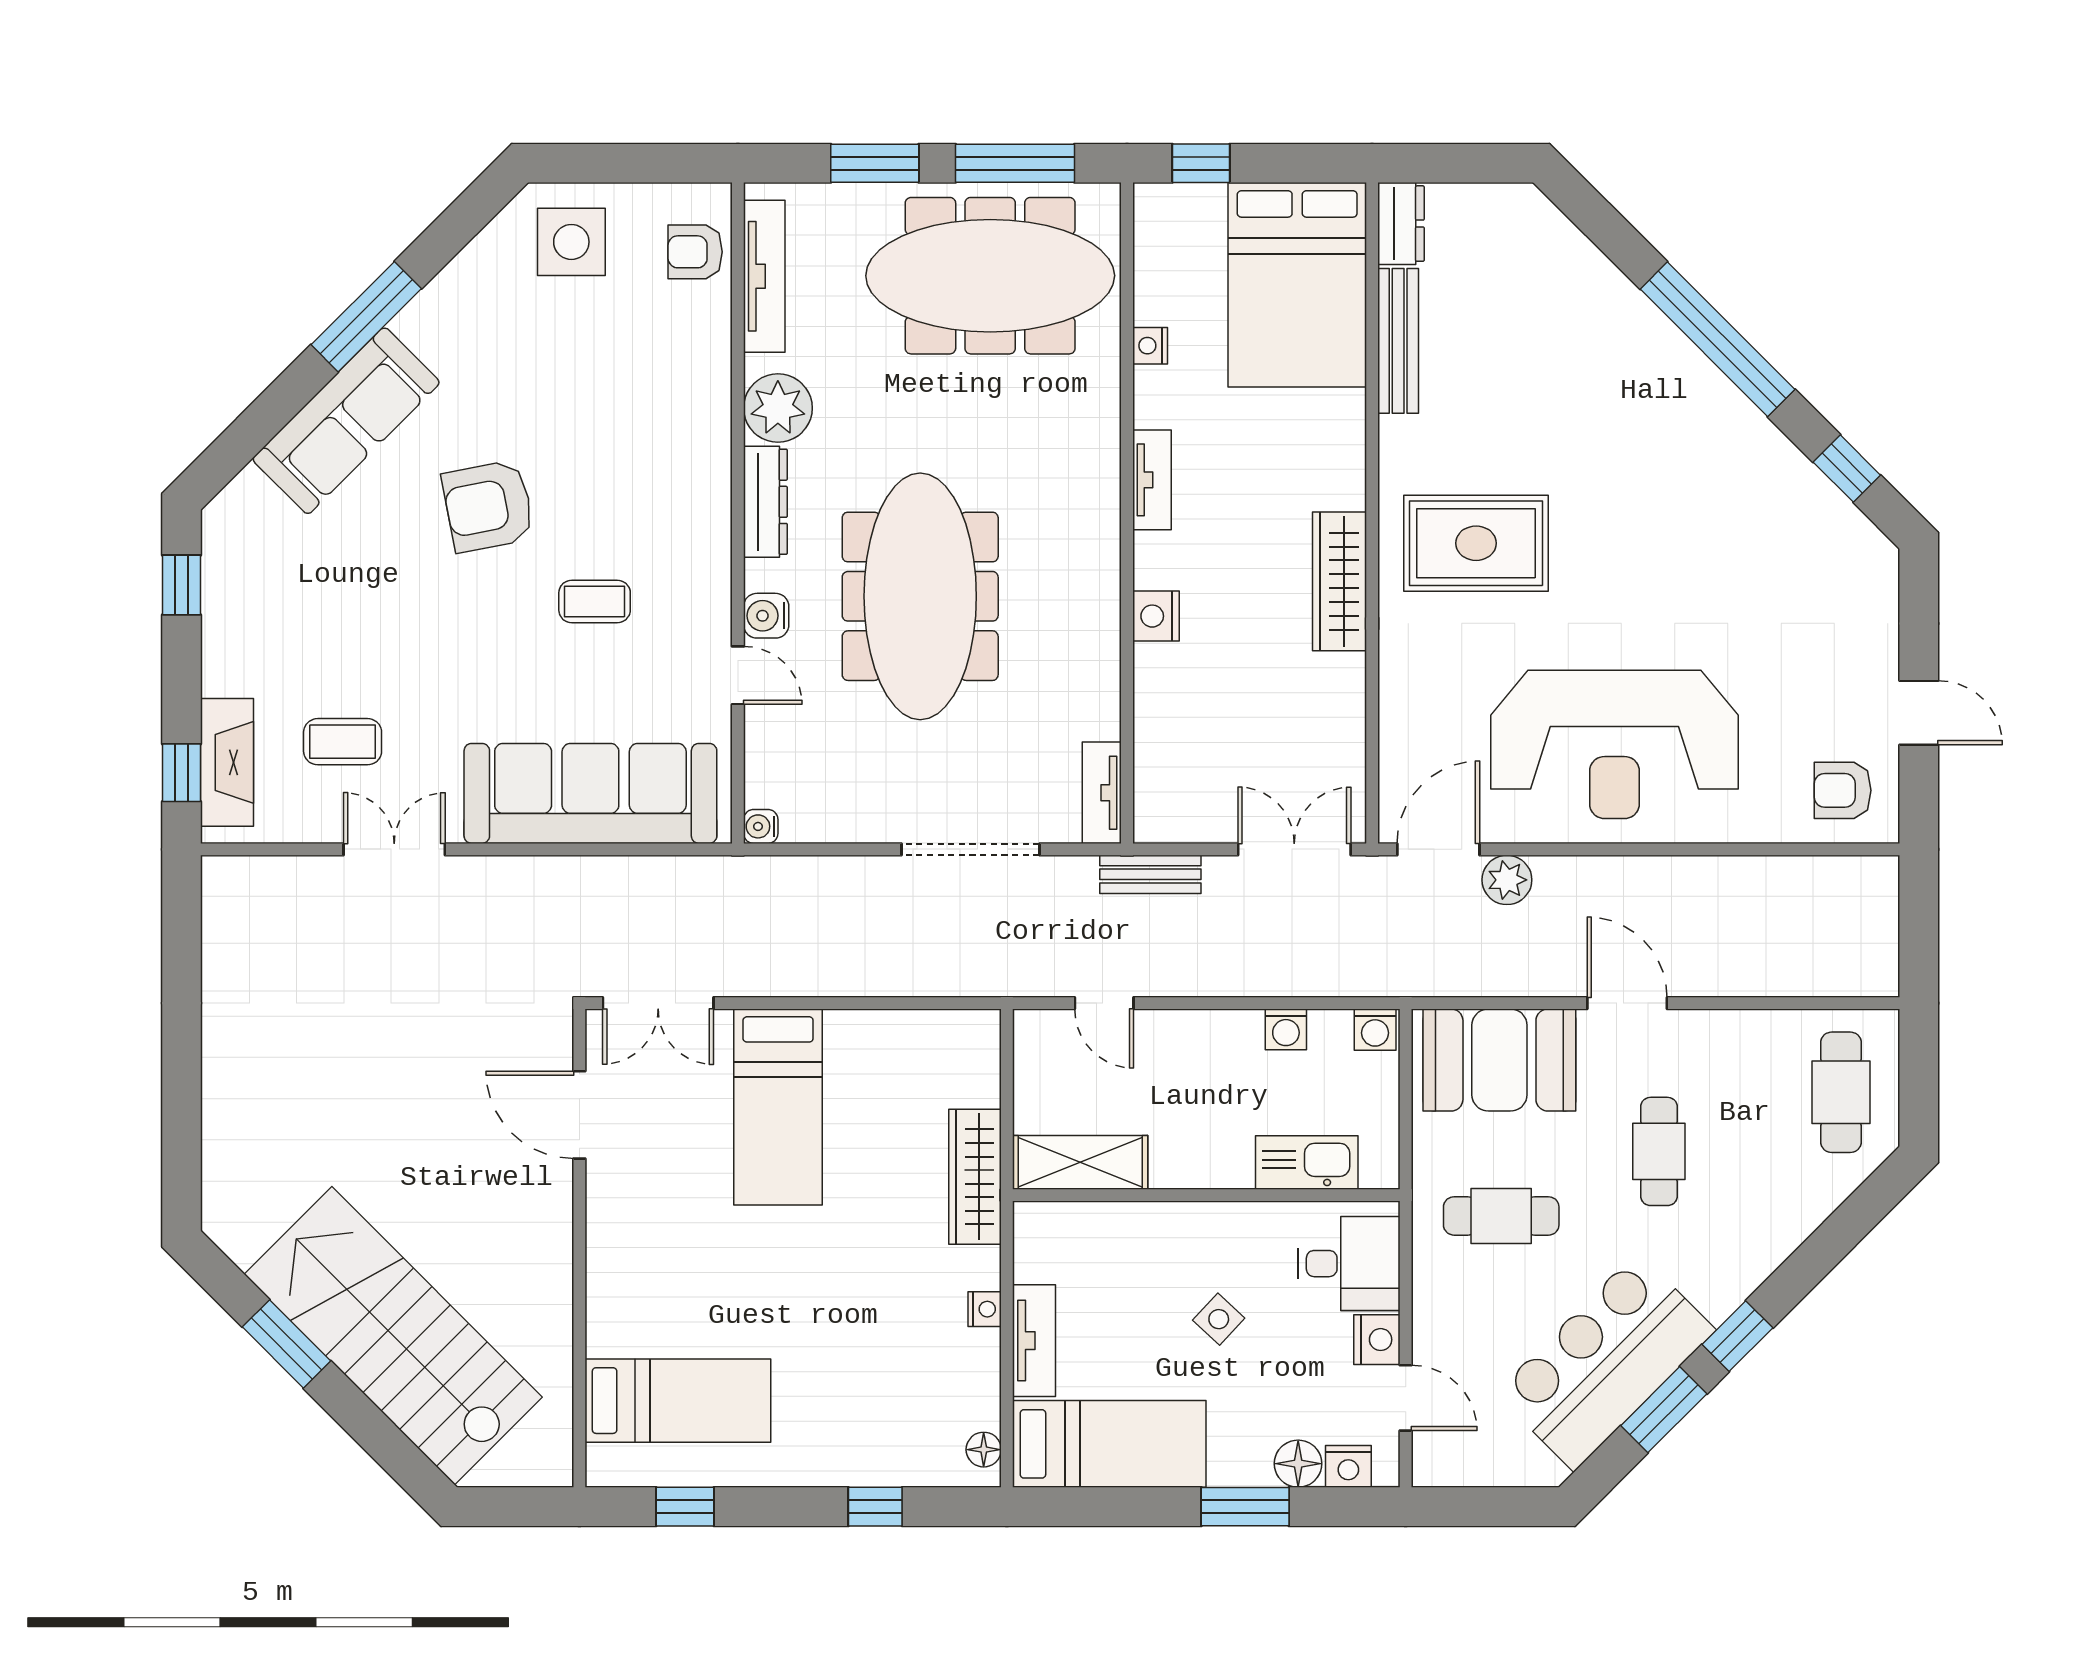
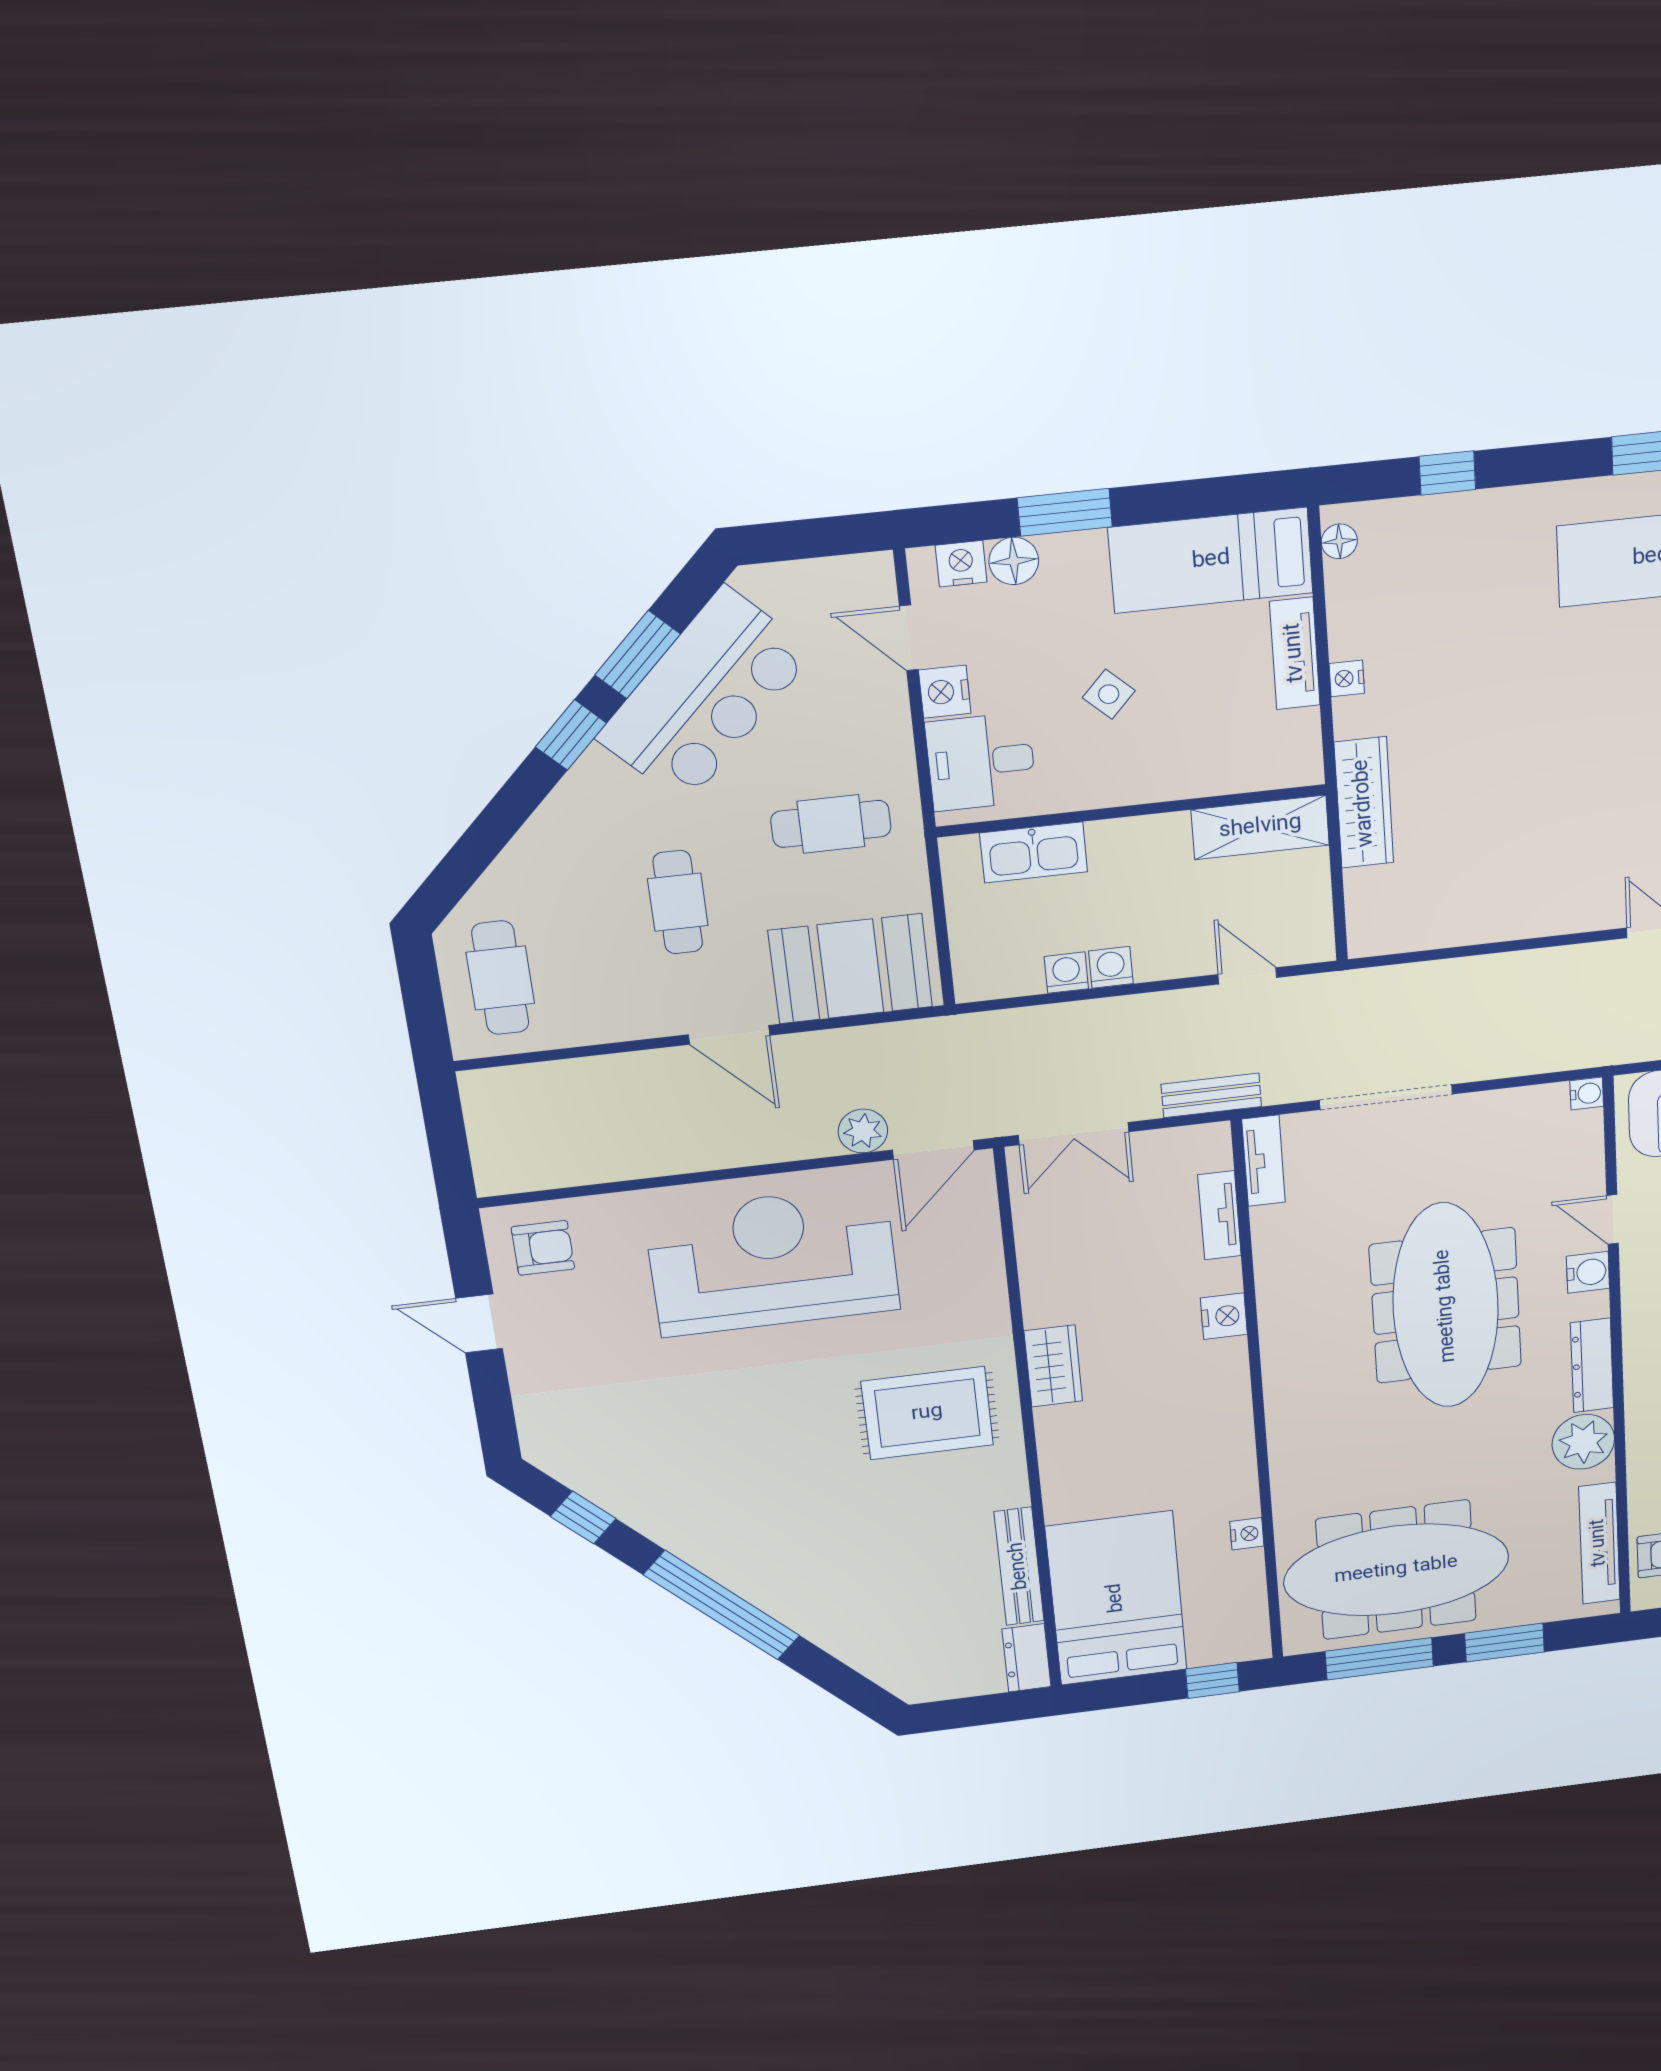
tv unit: (1152, 480) -> (1220, 1215), moved
wardrobe: (1339, 581) -> (1053, 1366), width x0.67
washing machine: (1375, 1030) -> (1111, 967), moved
bed: (778, 1107) -> (1561, 846), removed

